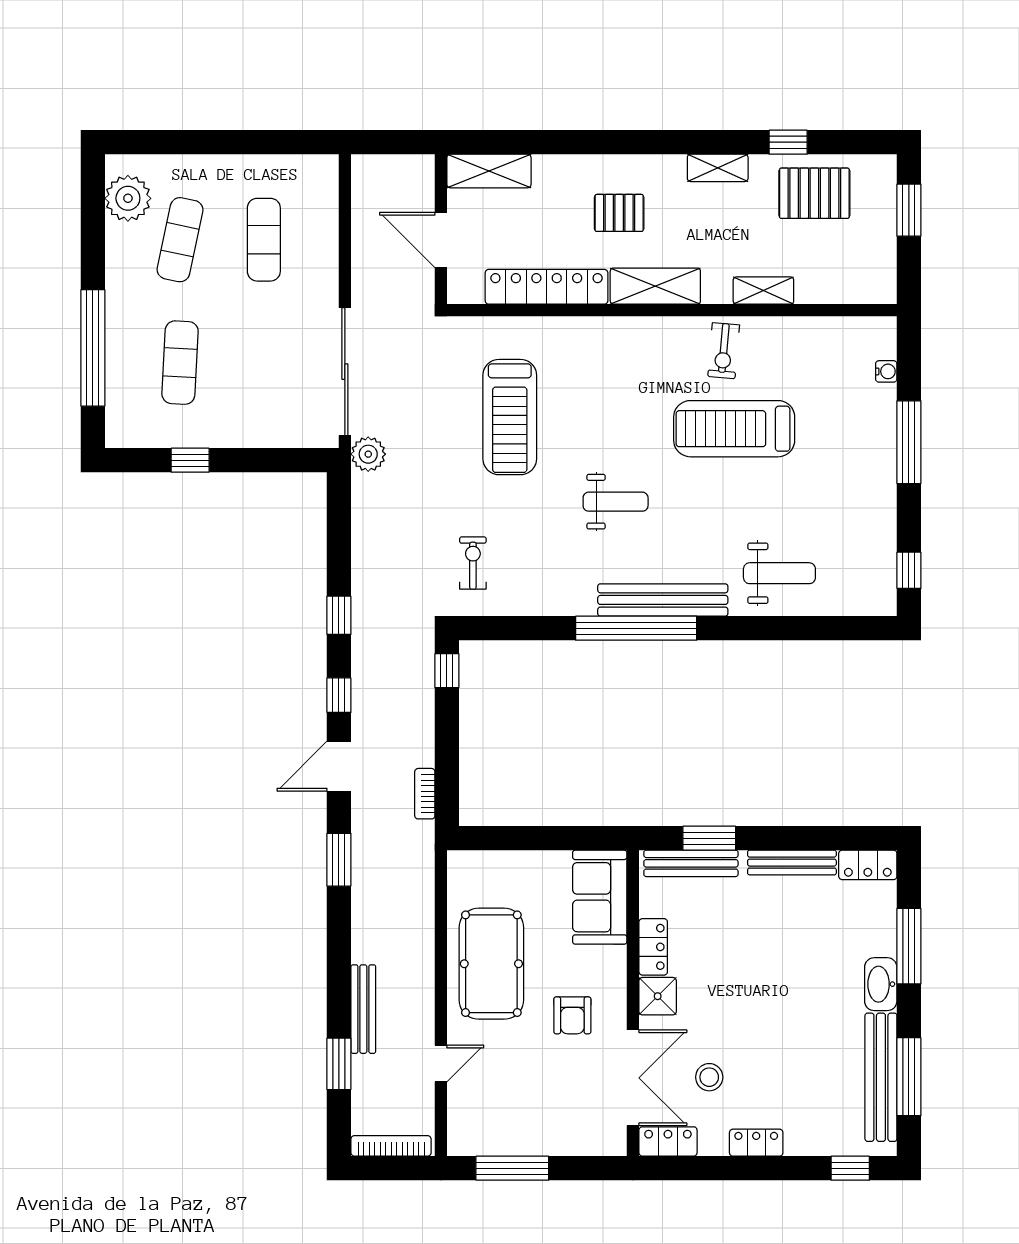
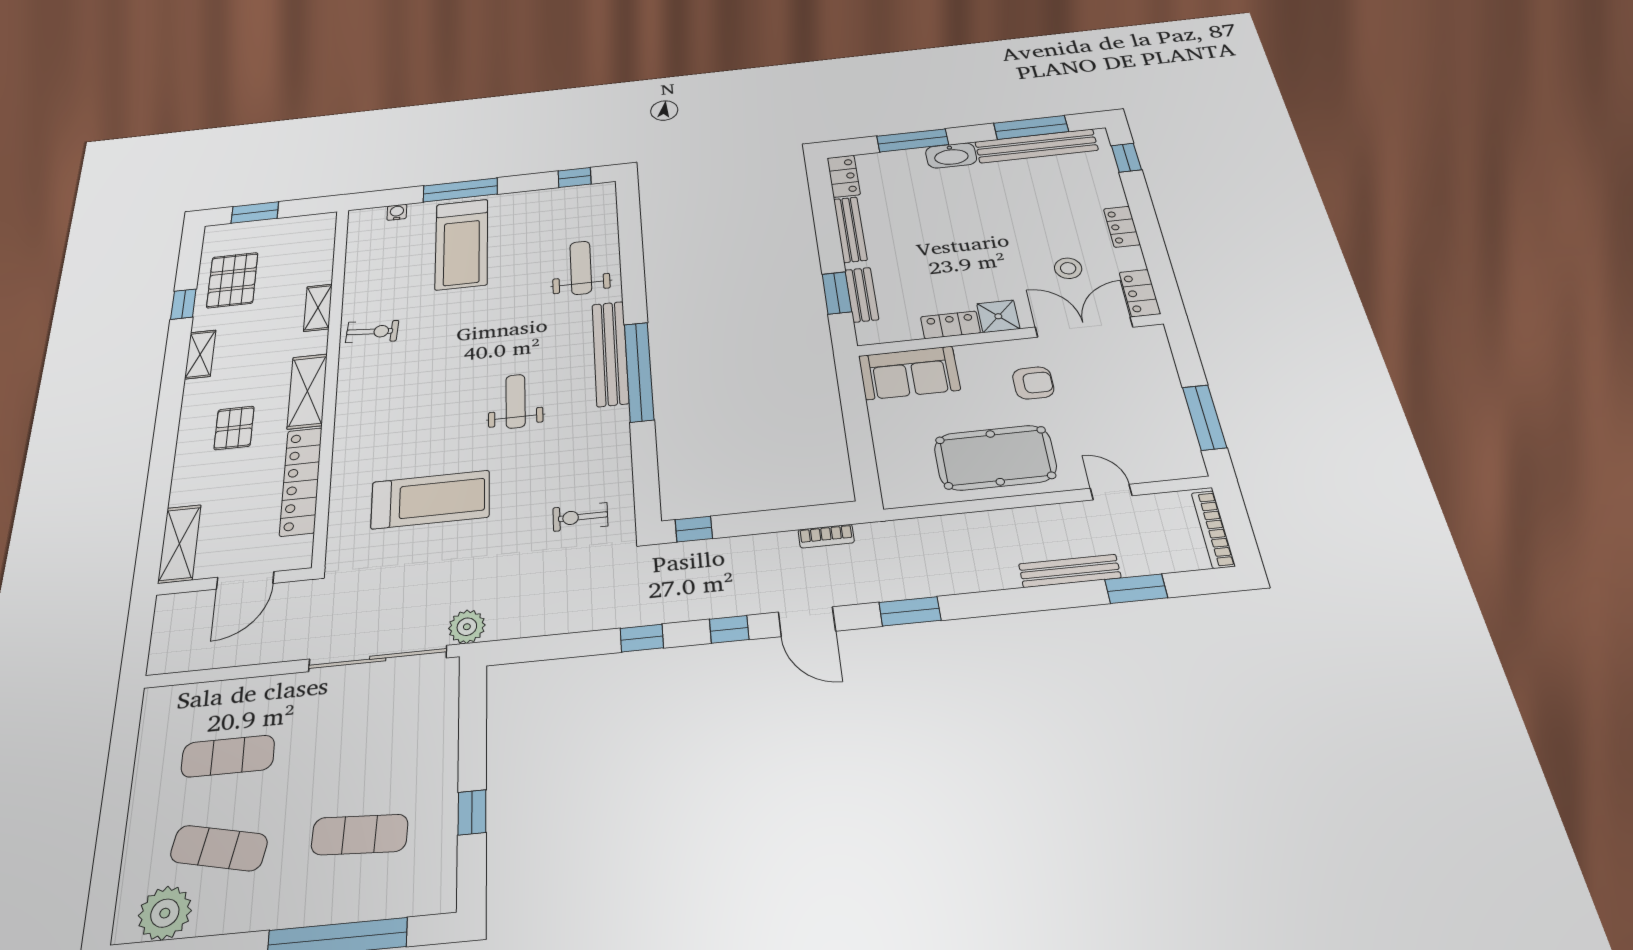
treadmill: (734, 429) -> (462, 244), moved
bench: (691, 863) -> (862, 295), width x0.73

